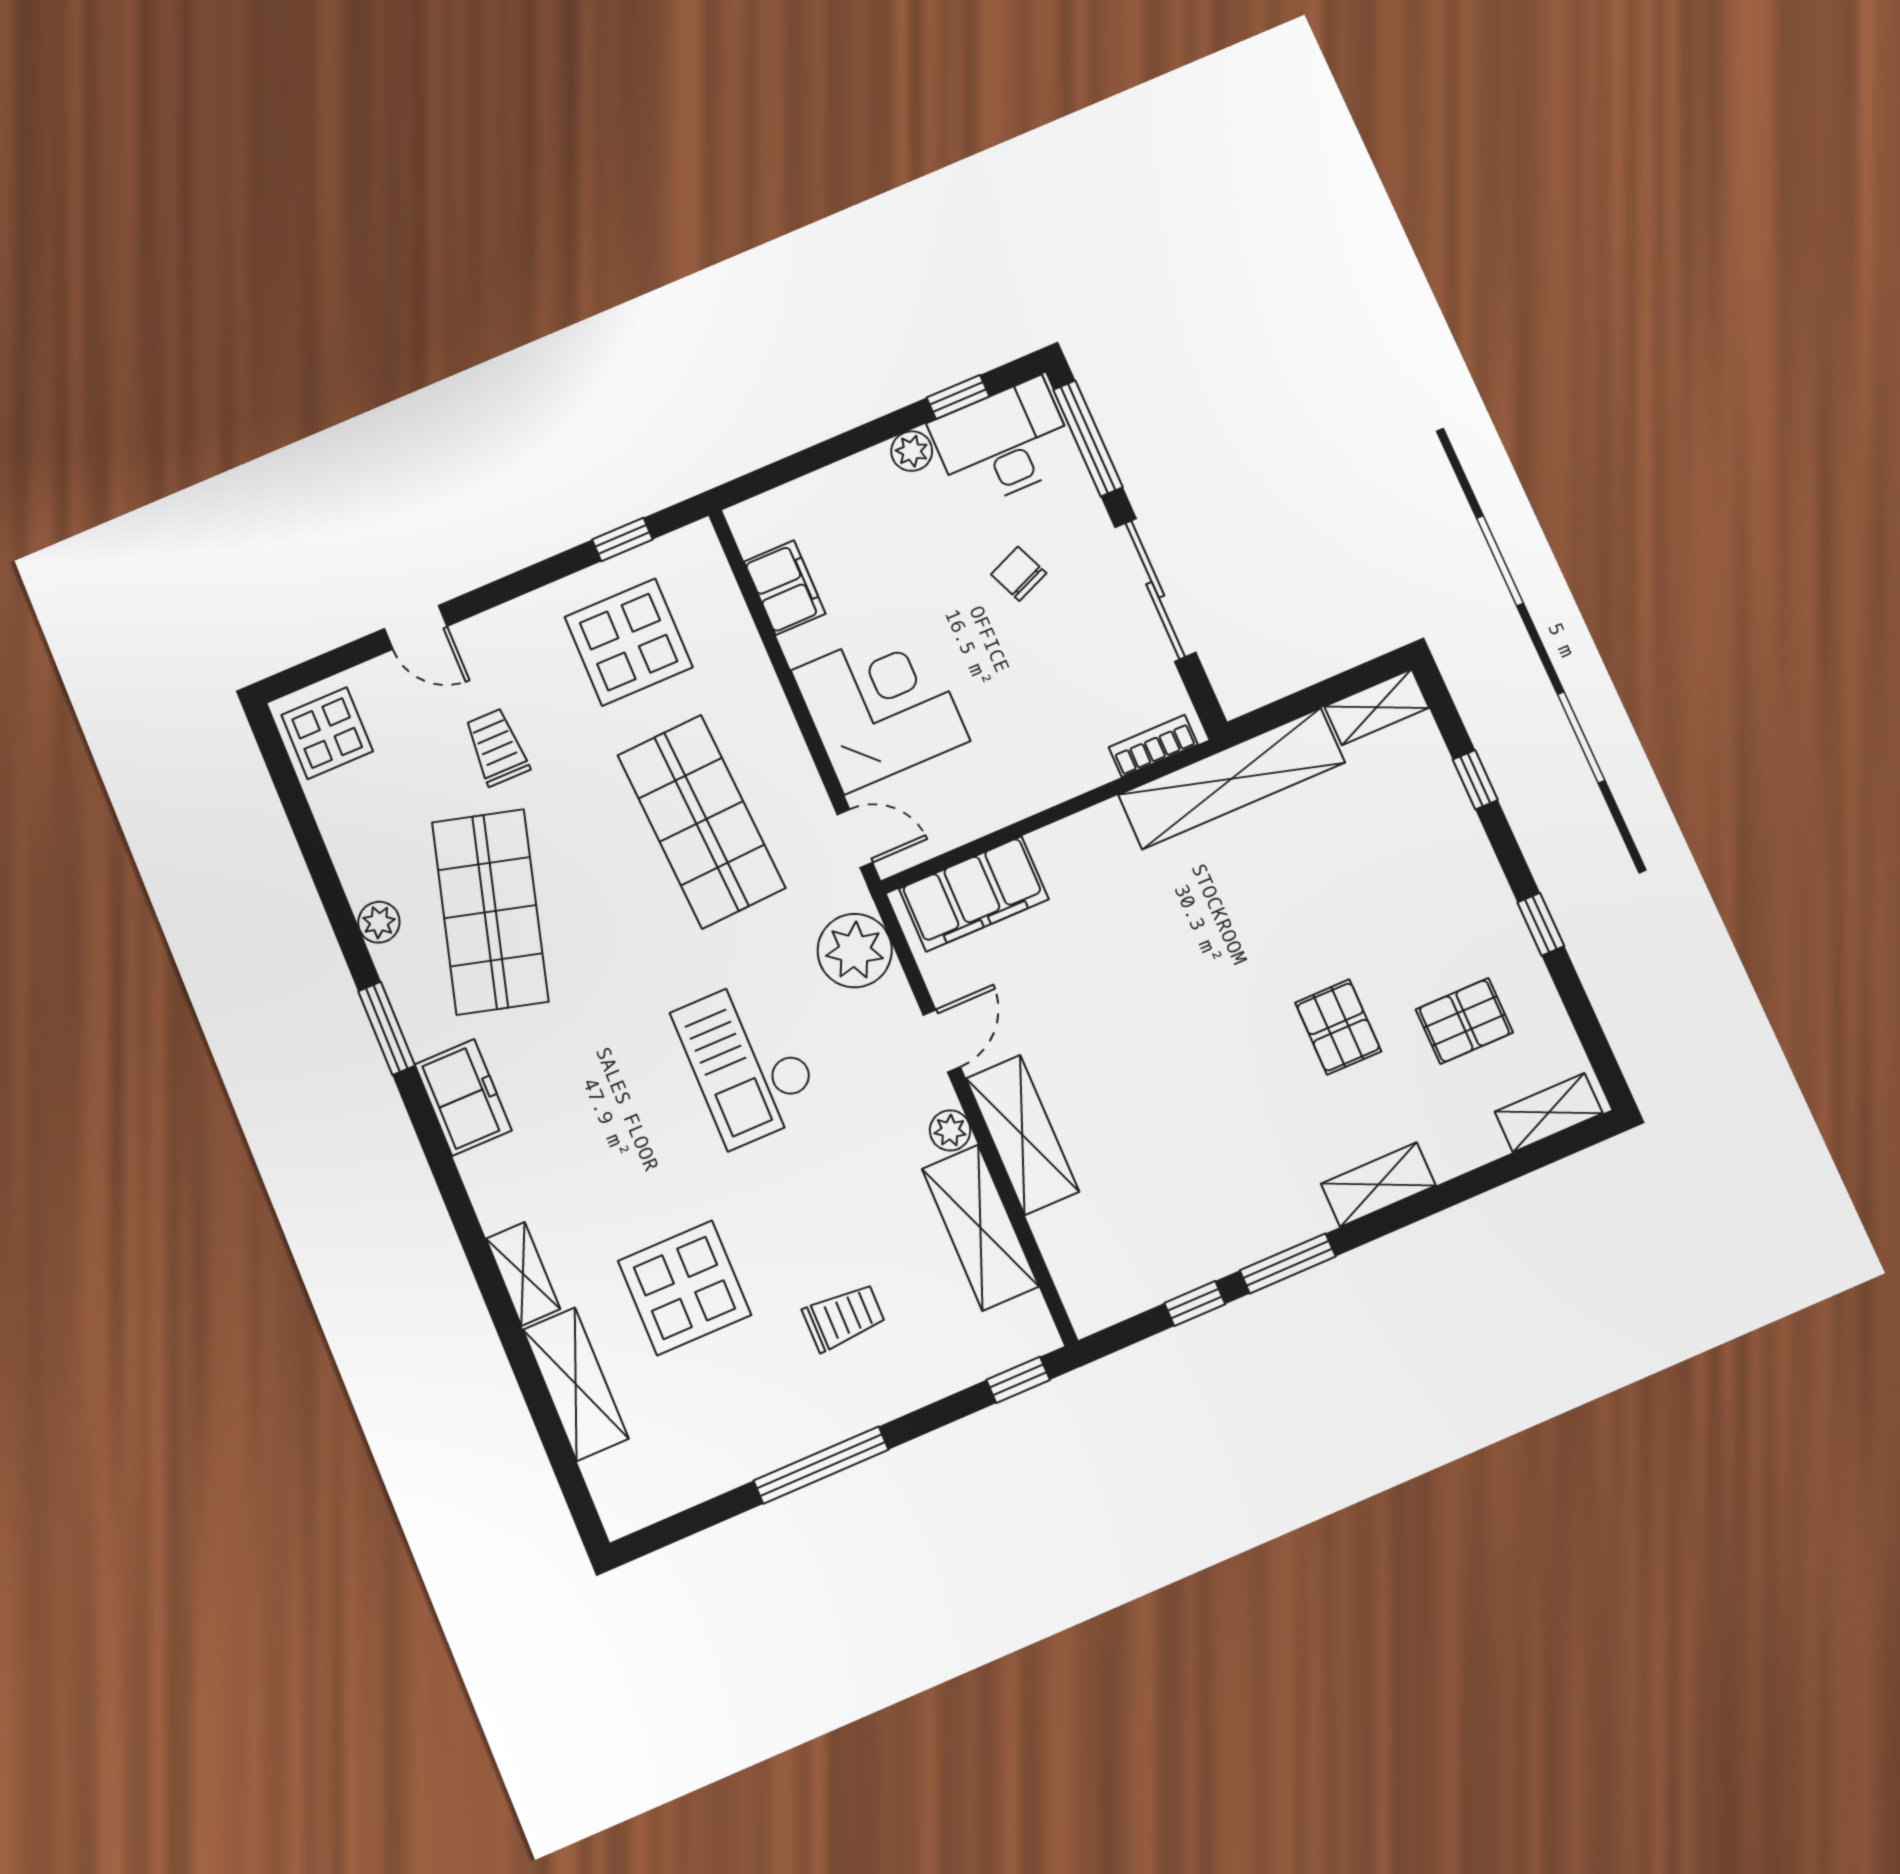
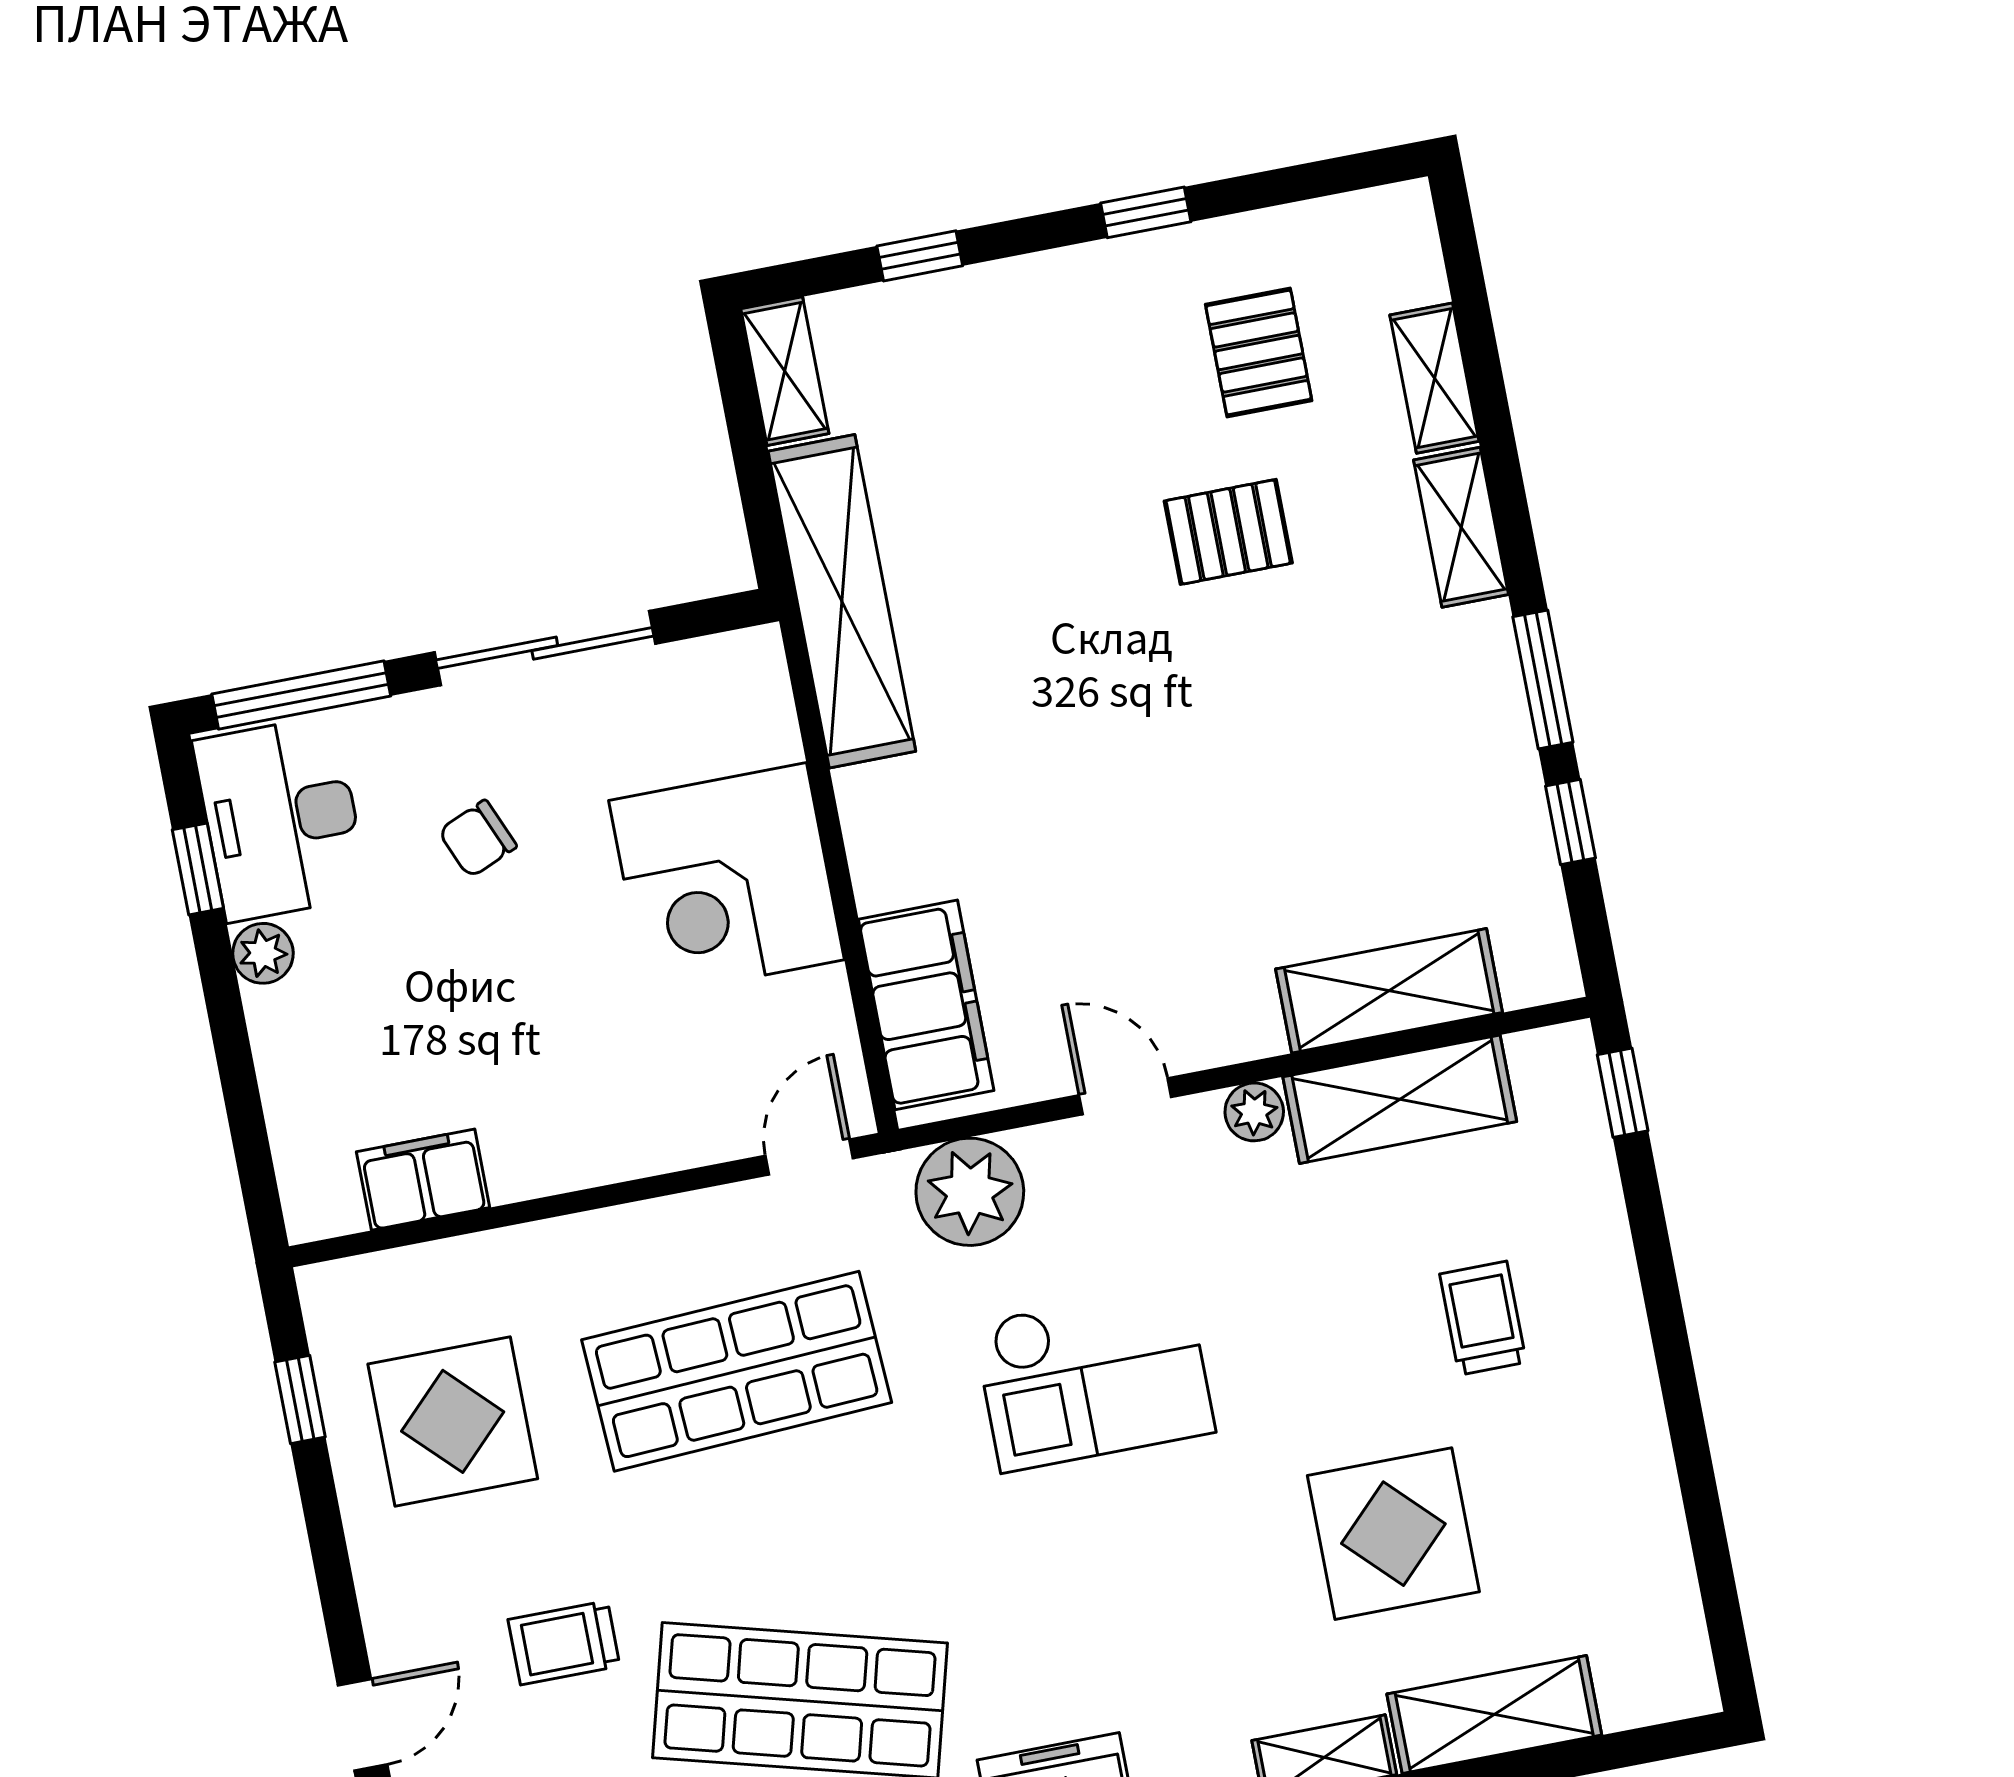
corner desk: (881, 706) -> (727, 880), moved, turned -90
bookcase: (1153, 746) -> (770, 702), removed
shelving: (1549, 1112) -> (1434, 378), moved
shelving: (1022, 1135) -> (1389, 991), moved
window: (821, 1465) -> (1681, 1394), removed

